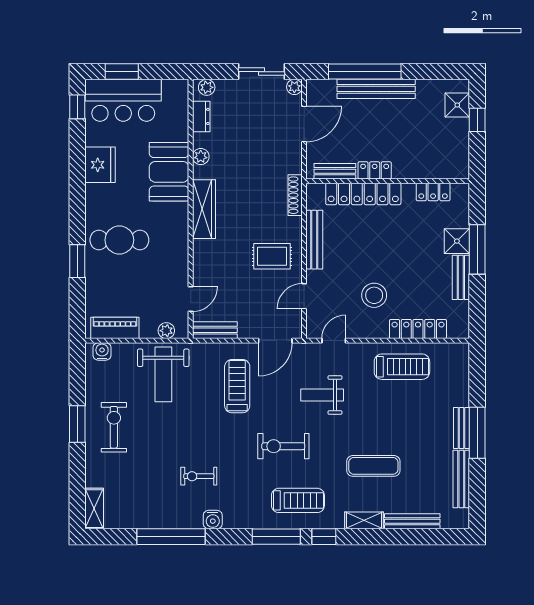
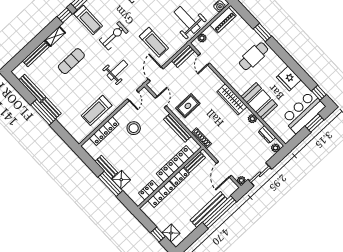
locker: (421, 170) -> (161, 194), added
treadmill: (298, 500) -> (88, 20), turned -90

